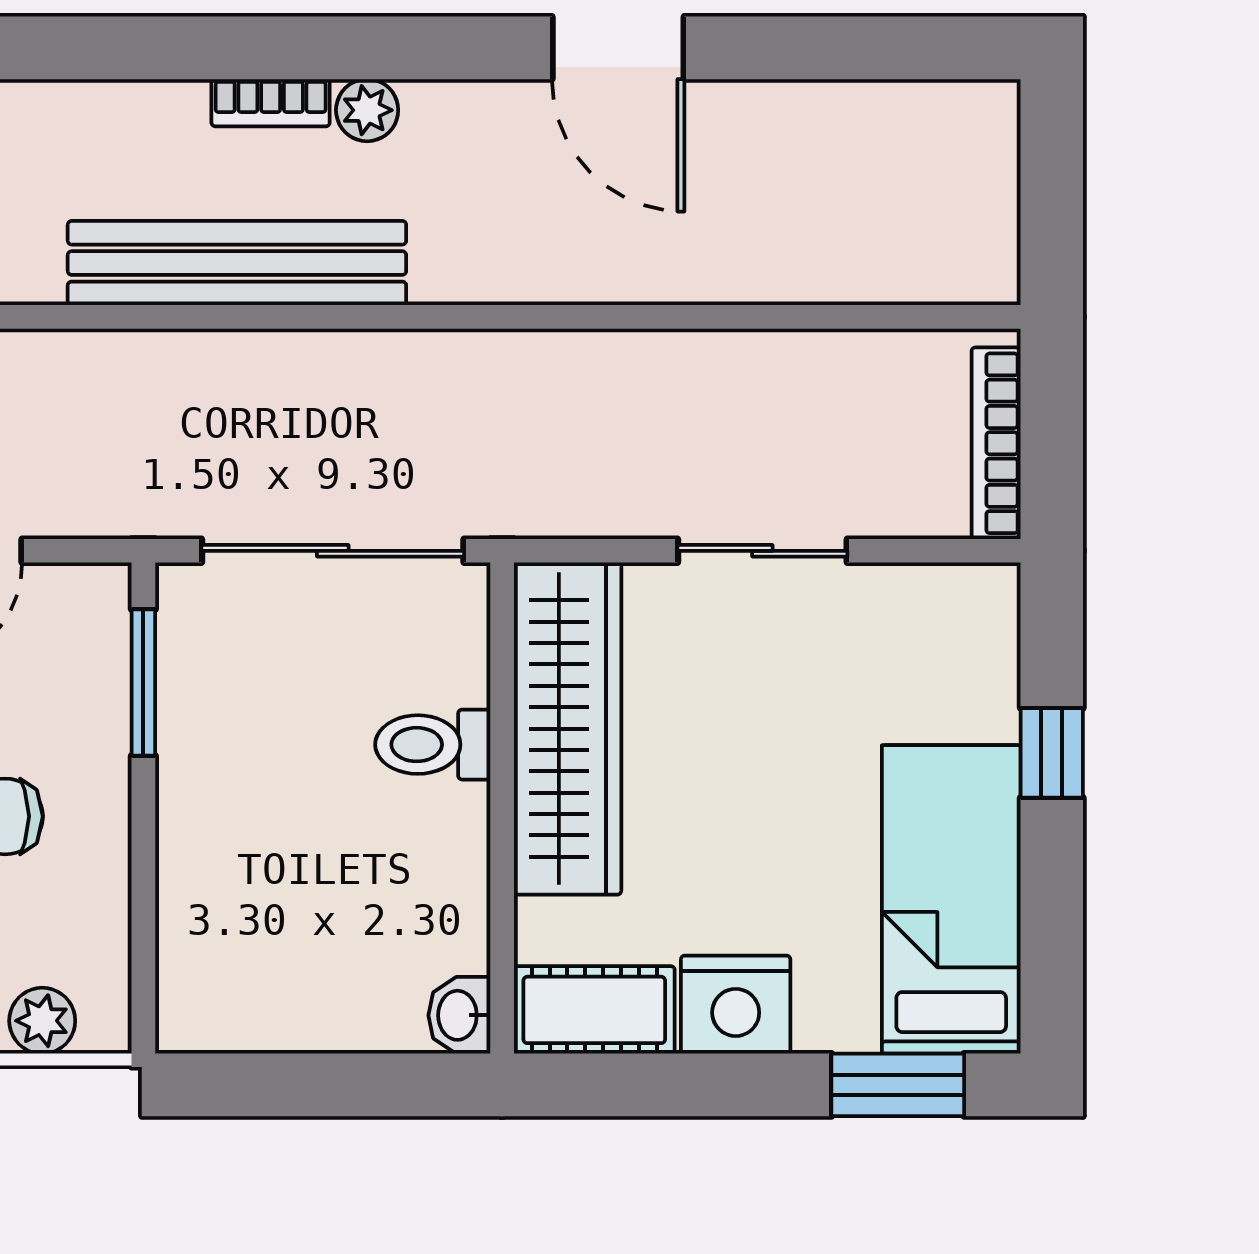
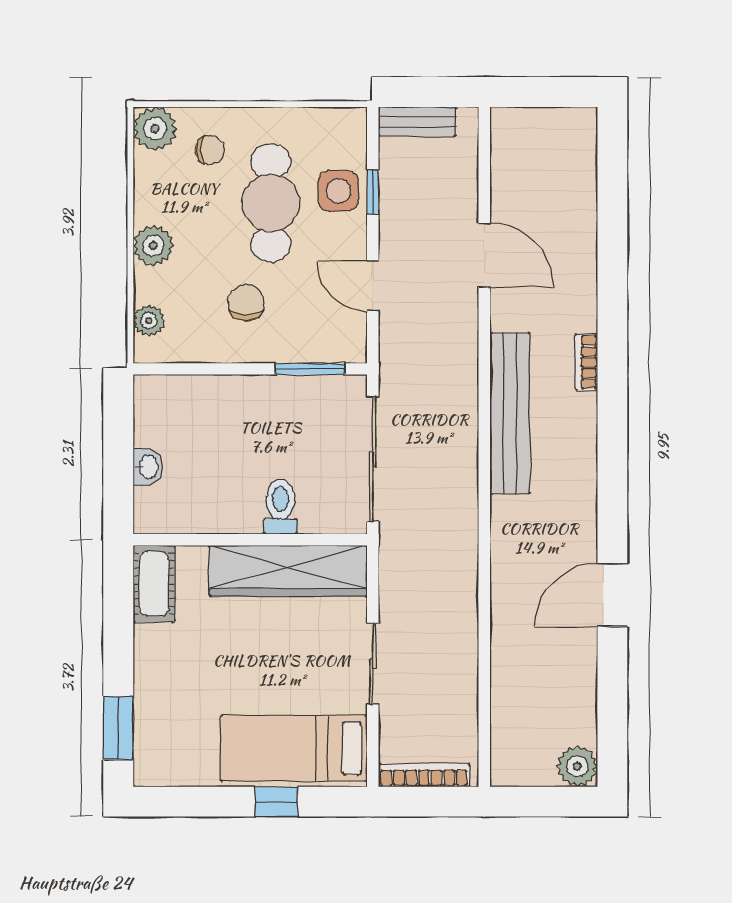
bookcase: (271, 103) -> (586, 362), moved
plant: (367, 110) -> (577, 766), moved, width x1.38, depth x1.38
bed: (951, 899) -> (294, 748), moved, turned 180
nightstand: (736, 1005) -> (157, 651), removed
washbasin: (459, 1015) -> (148, 467), moved, turned 90

